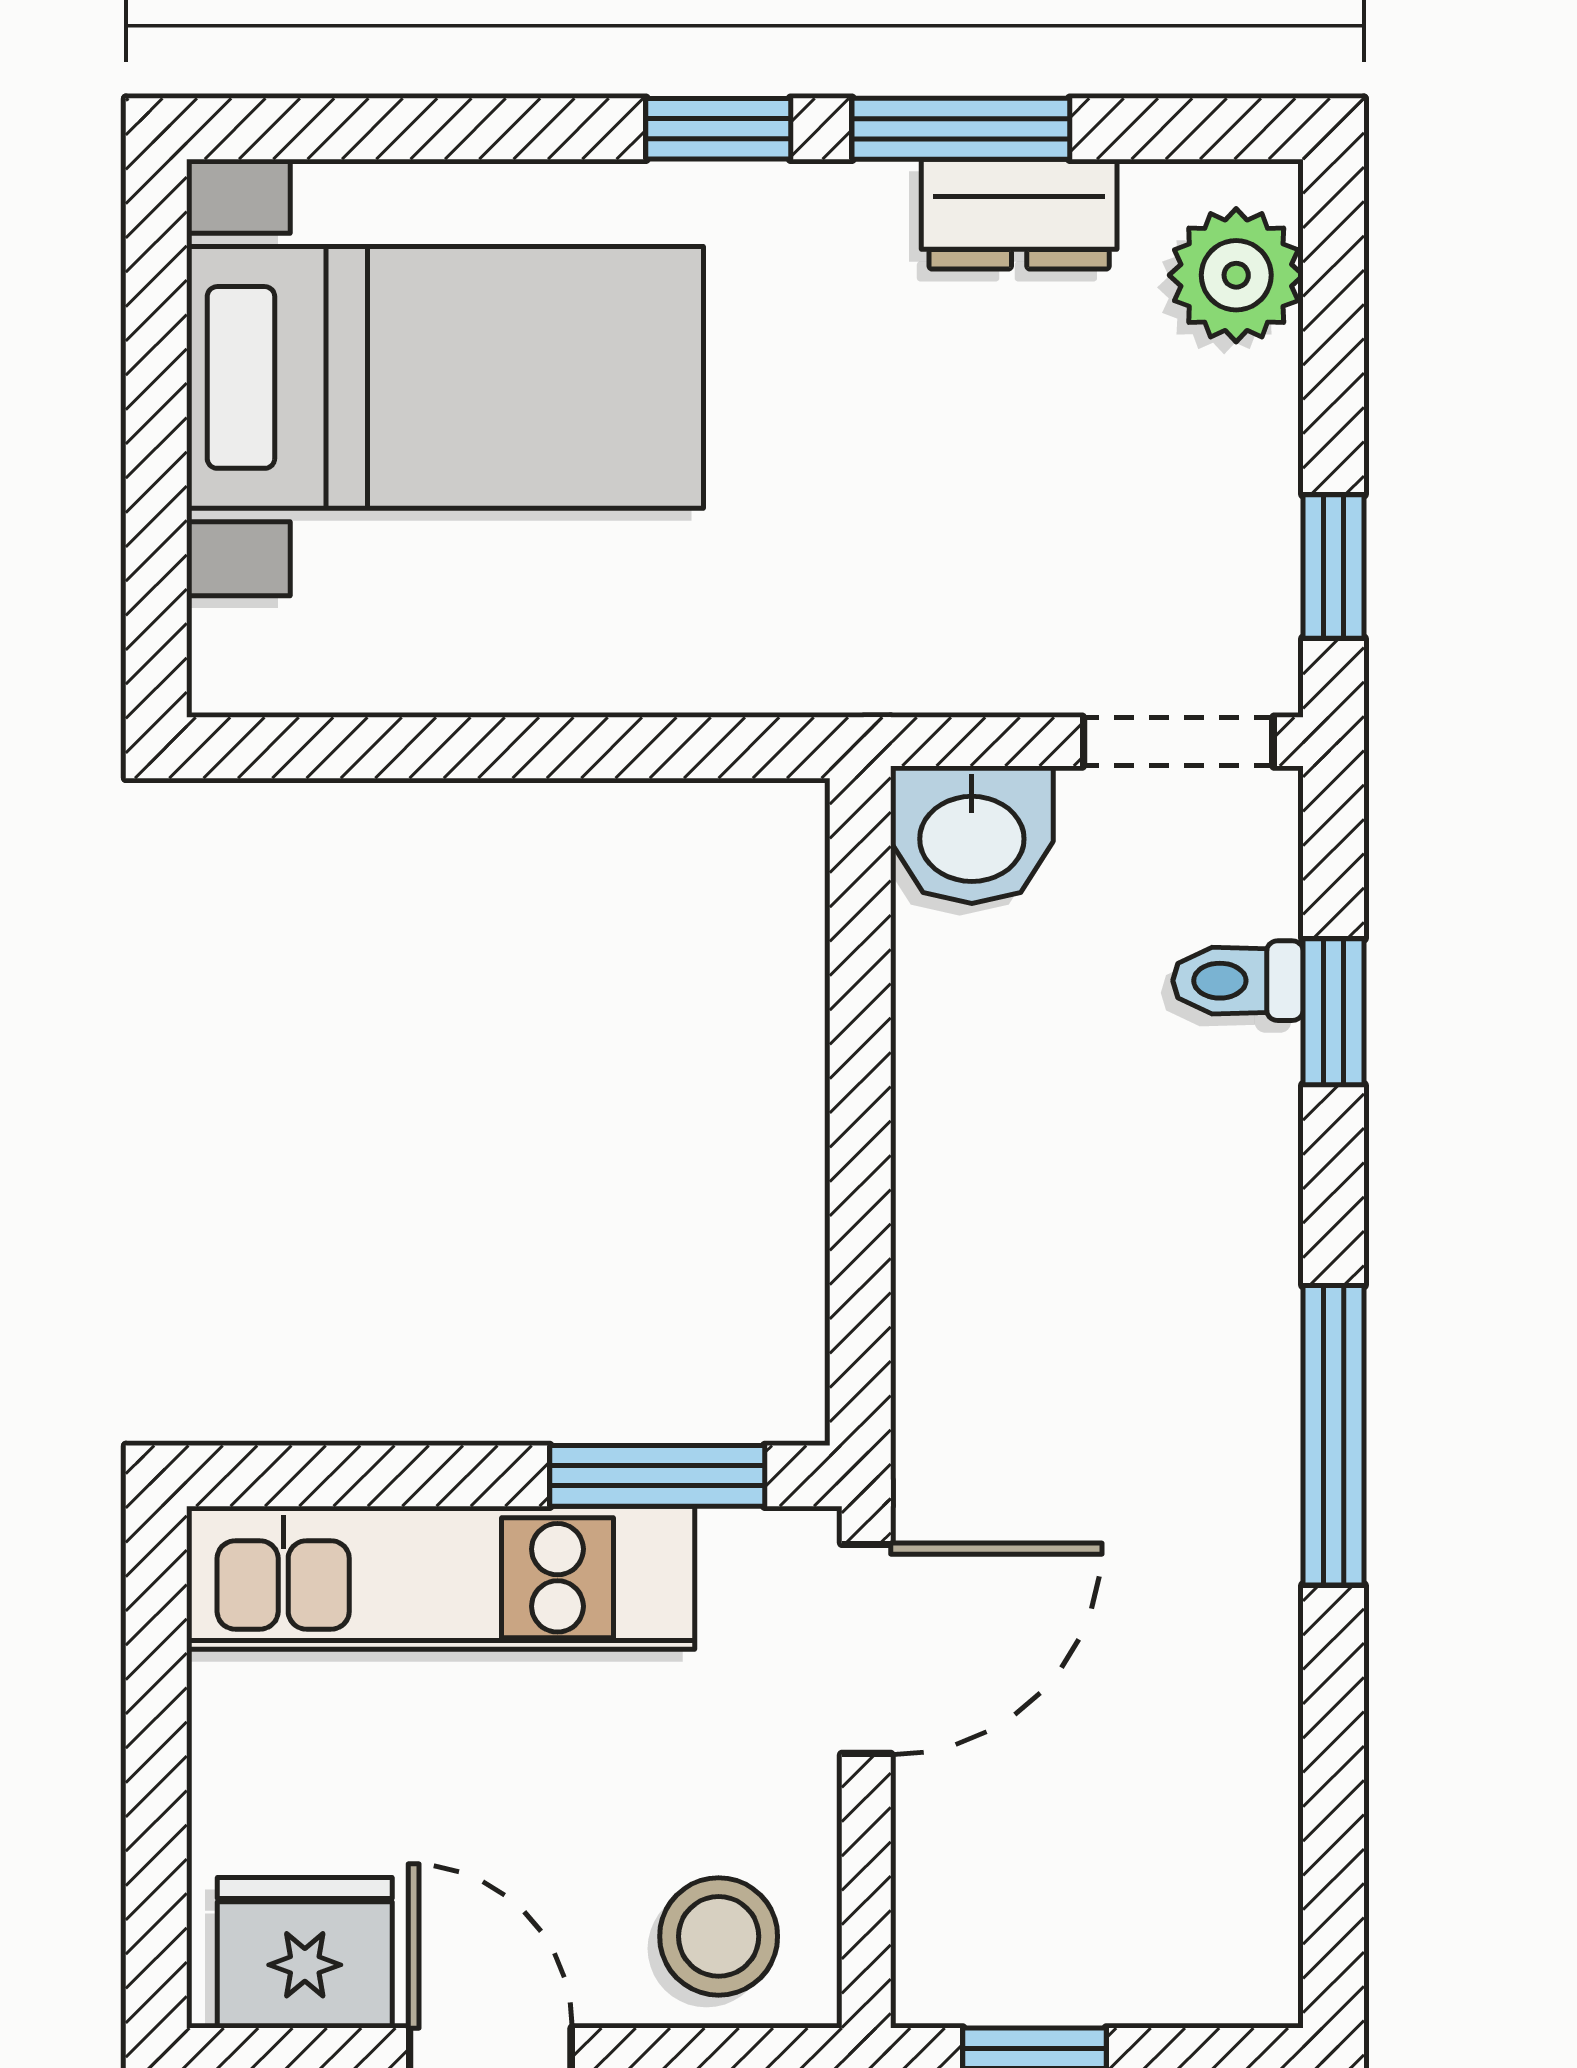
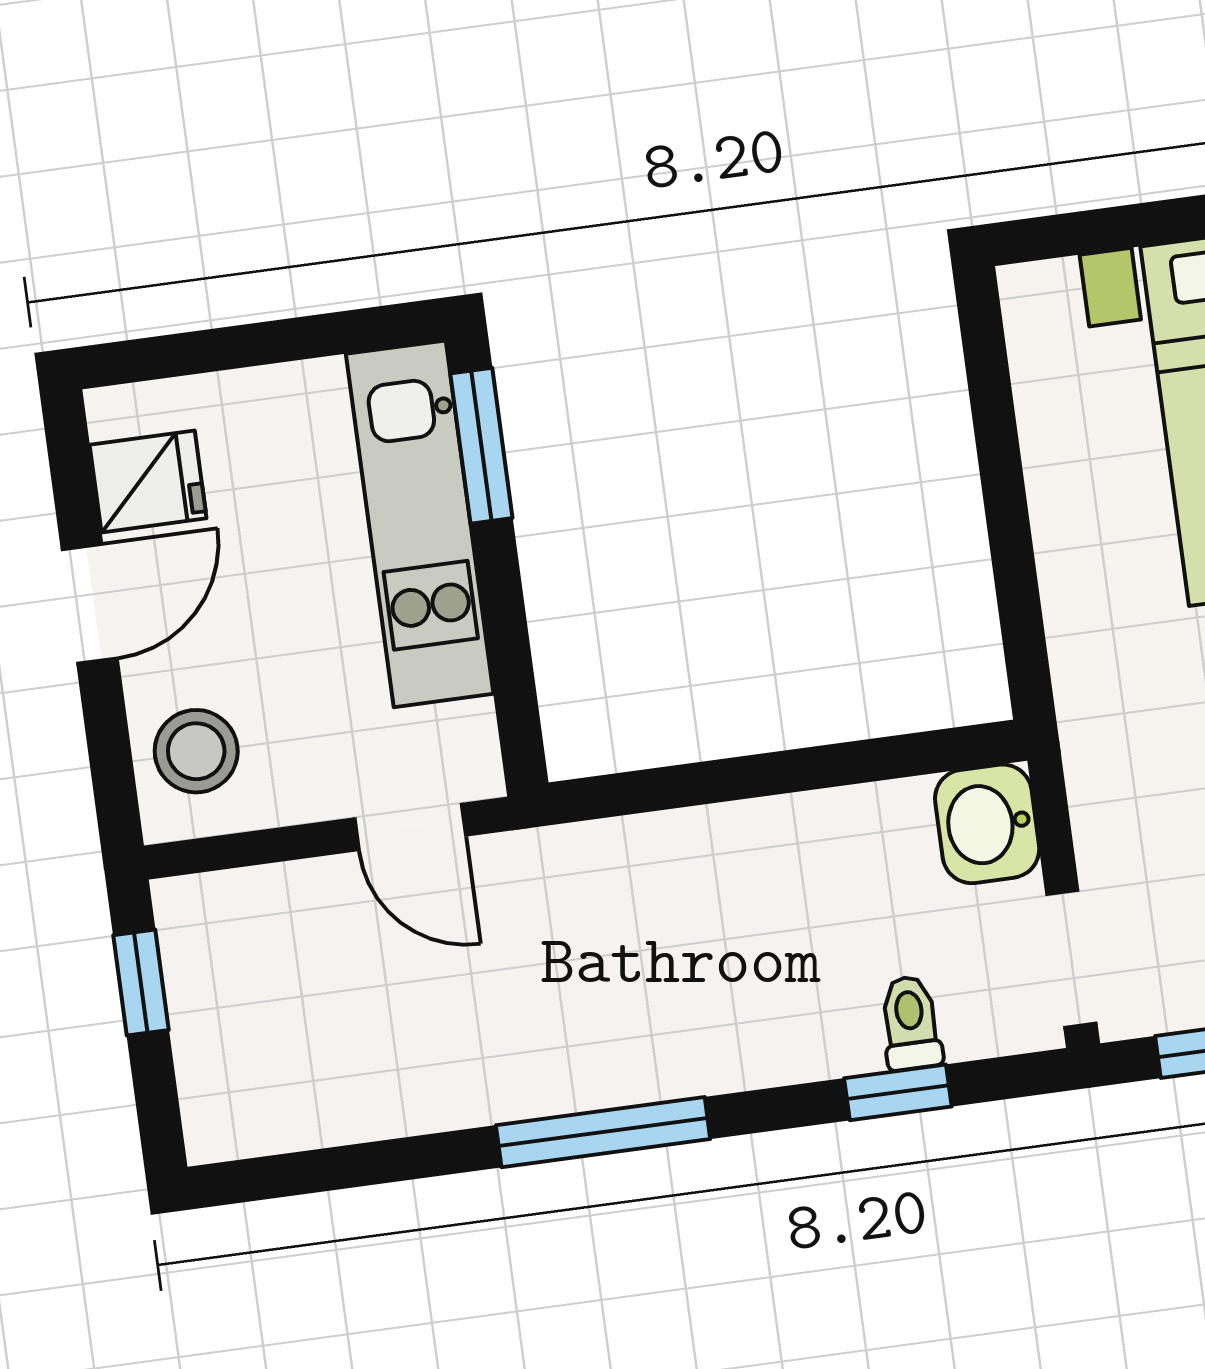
window: (657, 1476) -> (481, 446), moved
door: (866, 1649) -> (410, 827), width x0.73
fridge: (305, 1953) -> (148, 481), width x0.72

